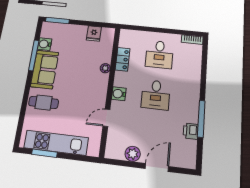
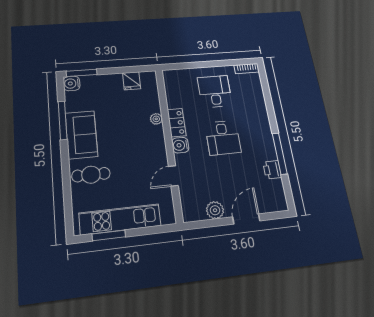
water cooler: (45, 44) -> (72, 83), moved
desk: (159, 54) -> (215, 91), turned 180
locker: (123, 59) -> (177, 123), moved

